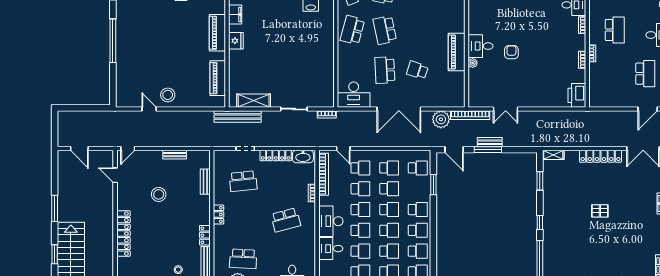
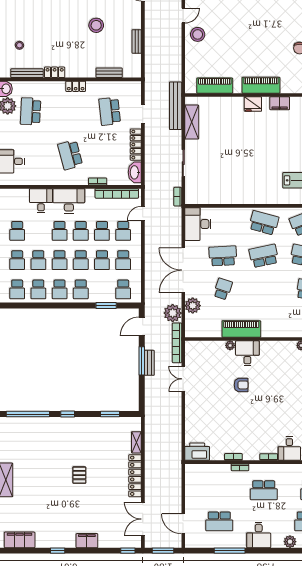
plant: (434, 100) -> (193, 306), added
shelving: (553, 155) -> (136, 442), moved
school desk: (360, 251) -> (38, 231), removed

